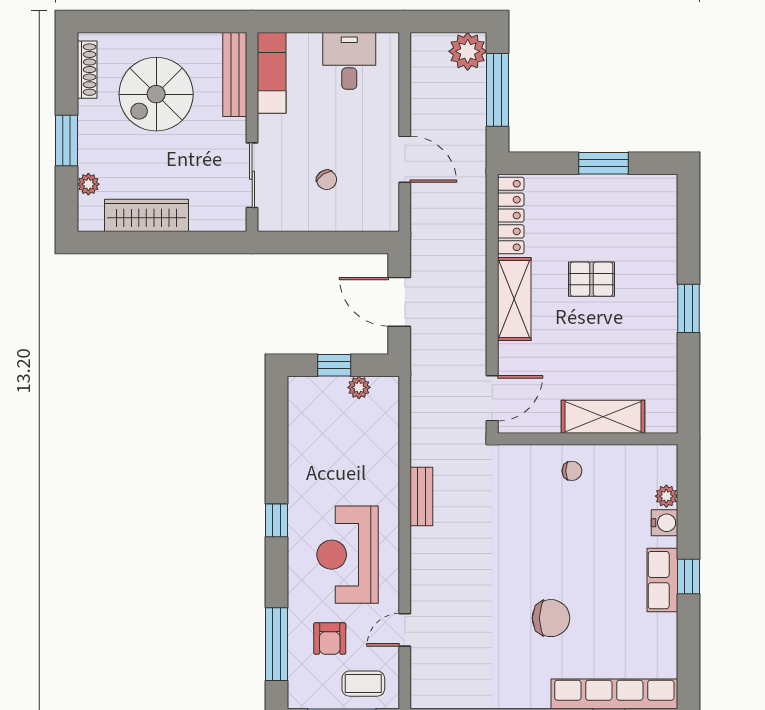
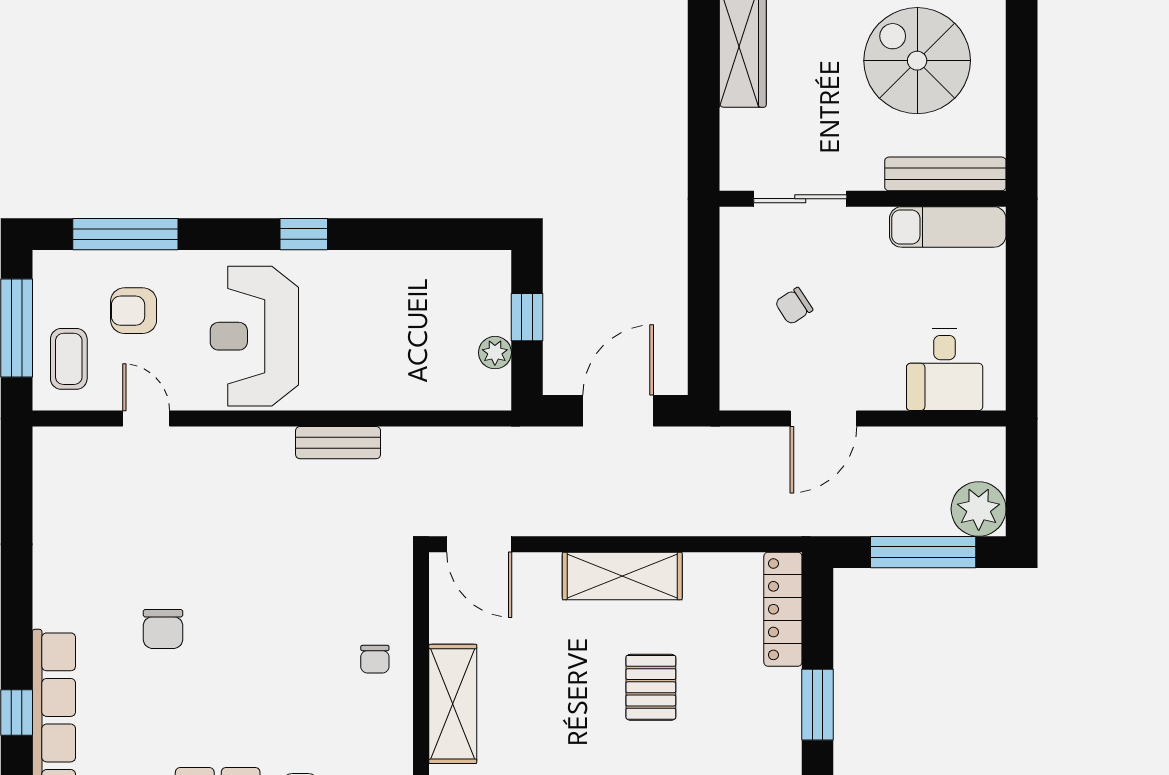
desk: (349, 61) -> (945, 370), moved, turned 90
locker: (511, 216) -> (783, 609), moved, turned 90
reception desk: (348, 555) -> (254, 336), turned -90
chair: (551, 618) -> (163, 629), width x0.73, depth x0.73

